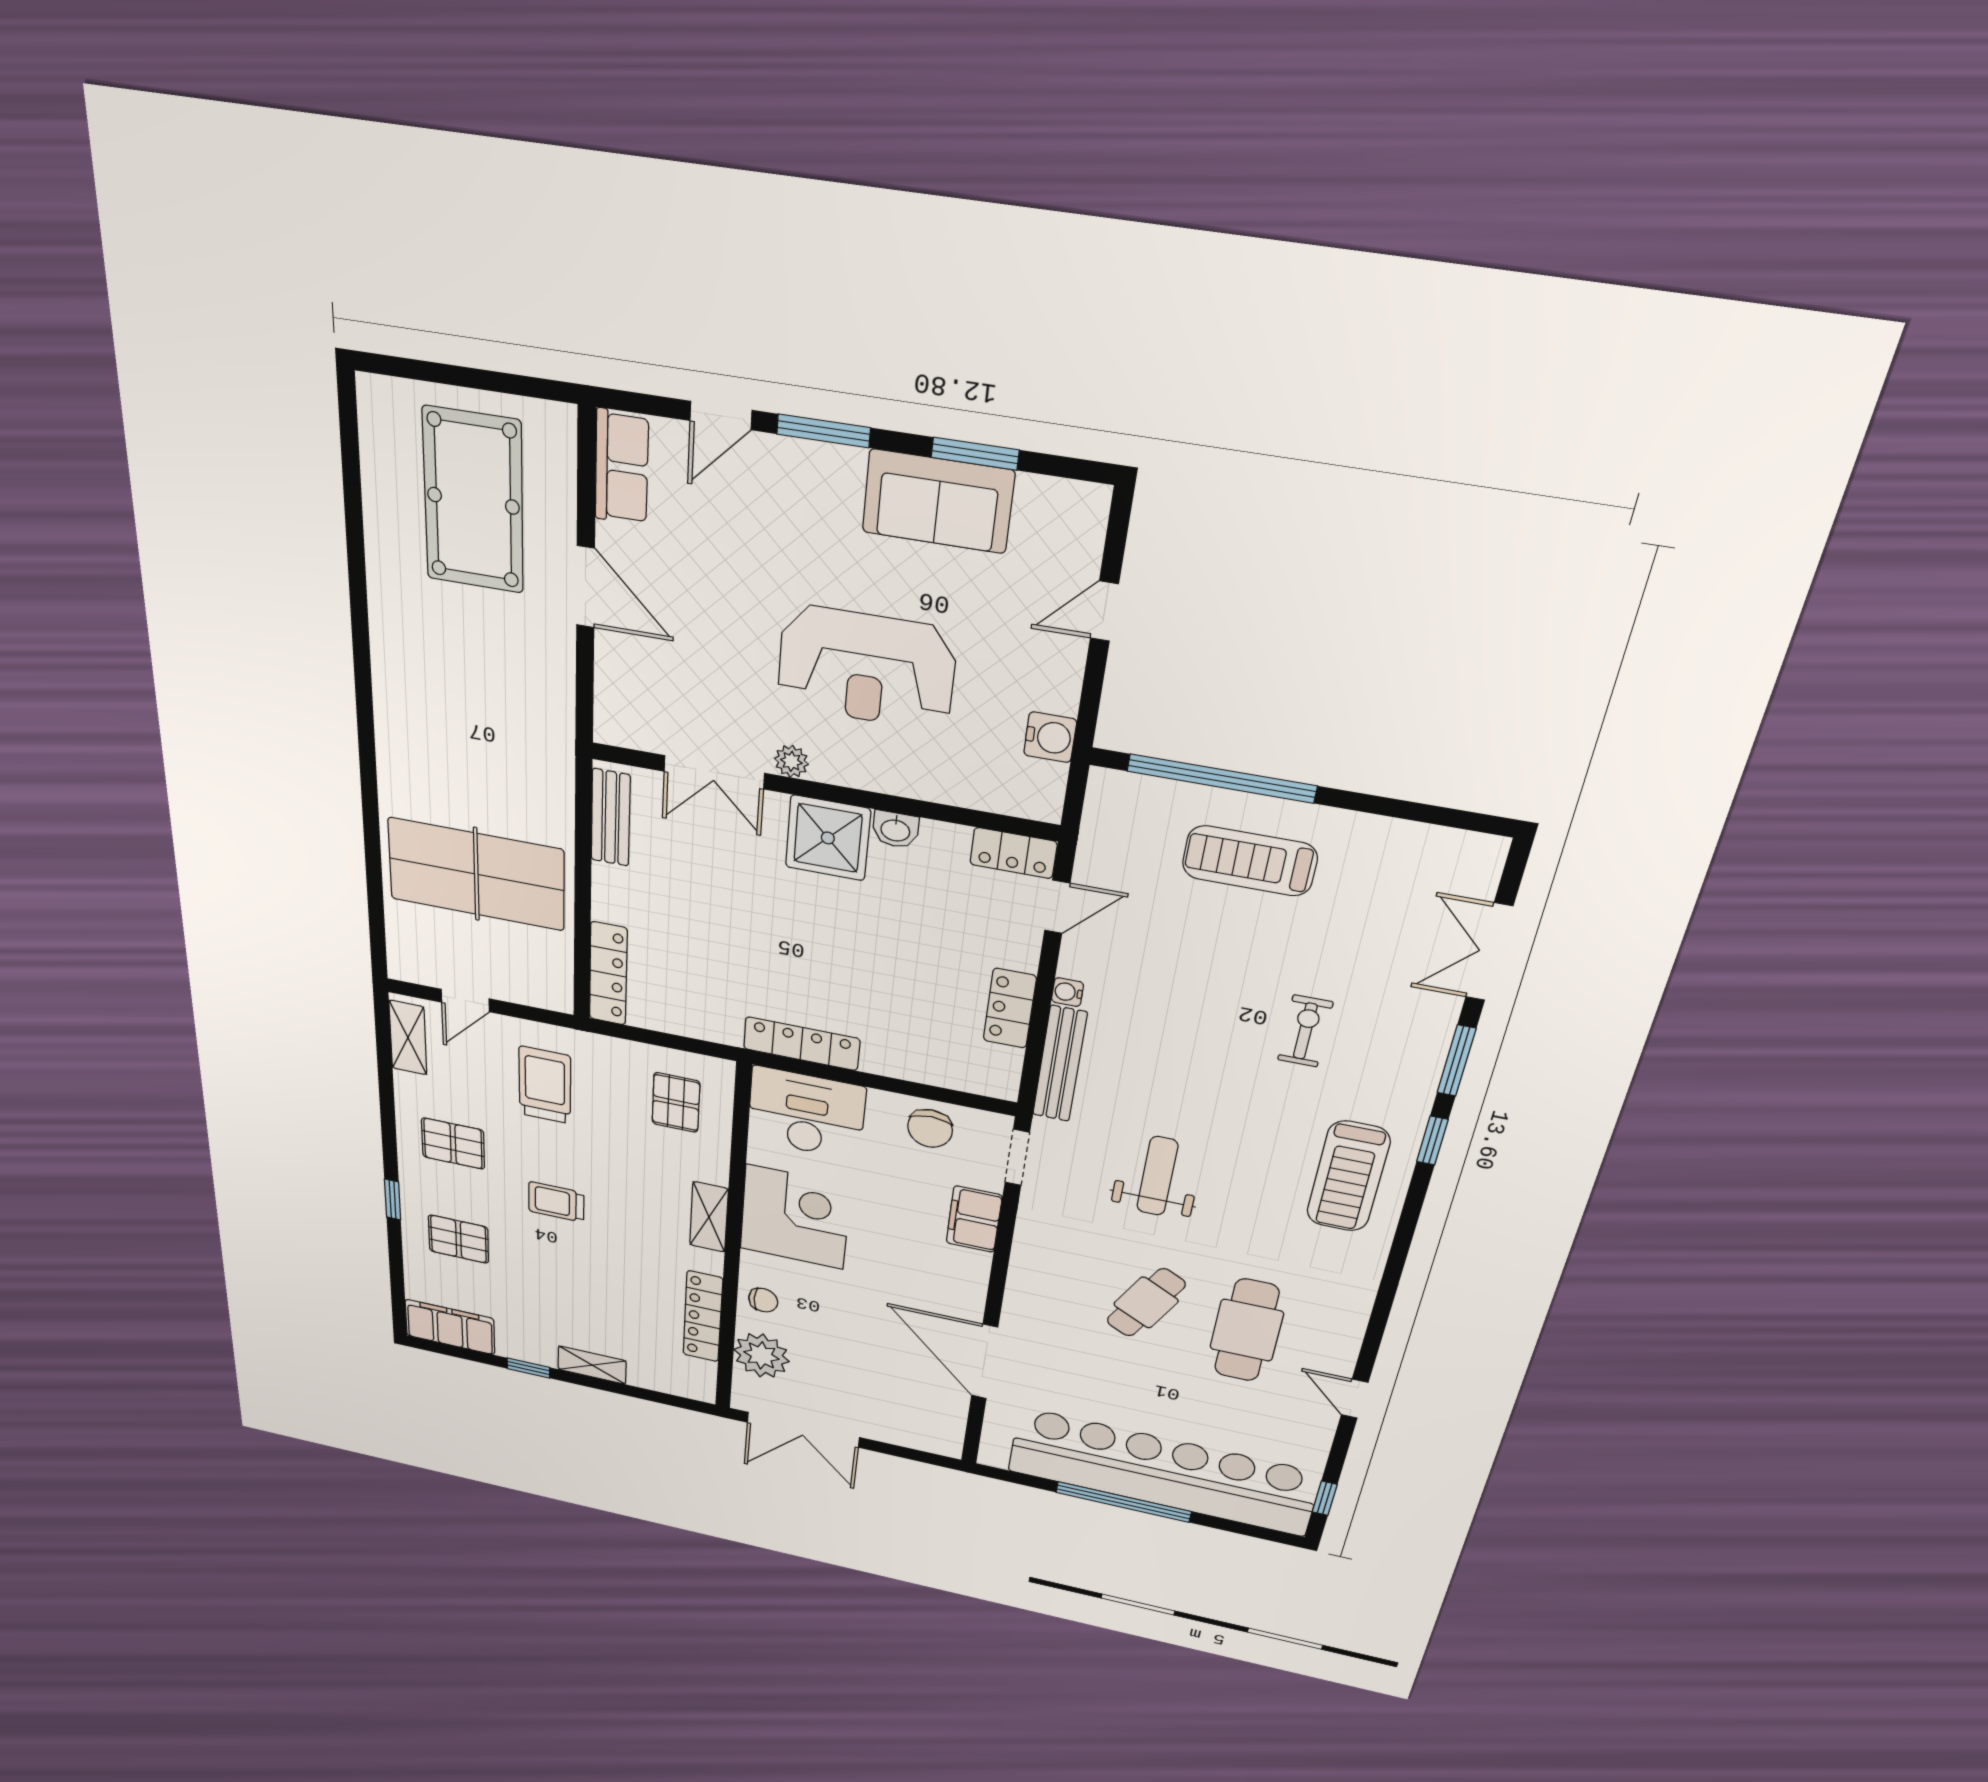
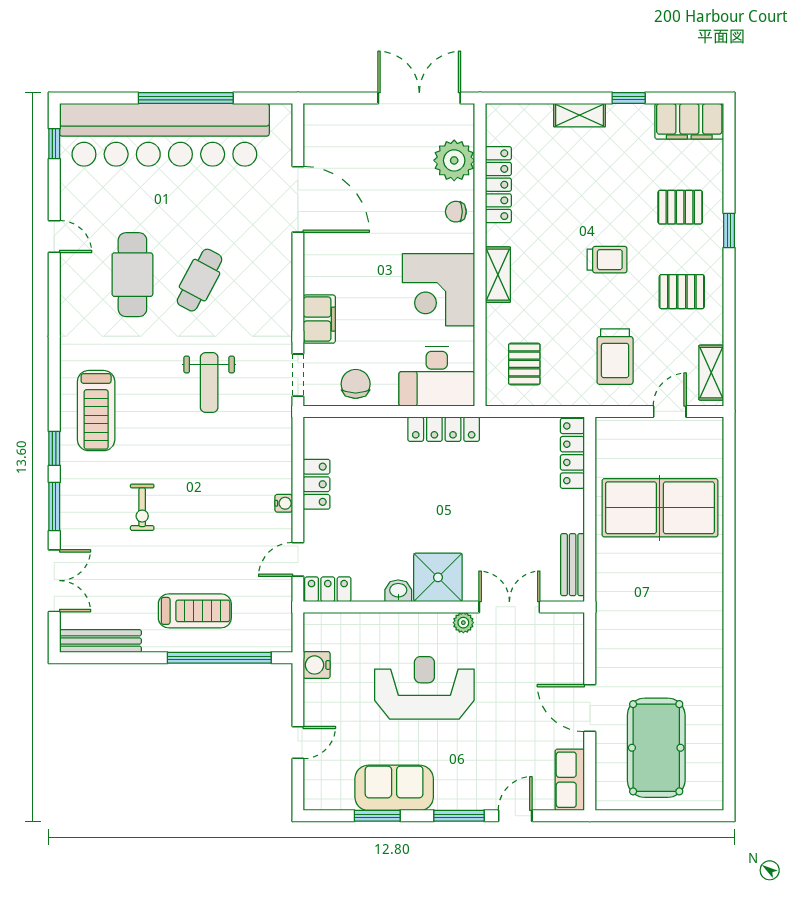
bench: (1060, 1064) -> (100, 641), moved, turned 90
treadmill: (1348, 1176) -> (96, 411), turned 180

